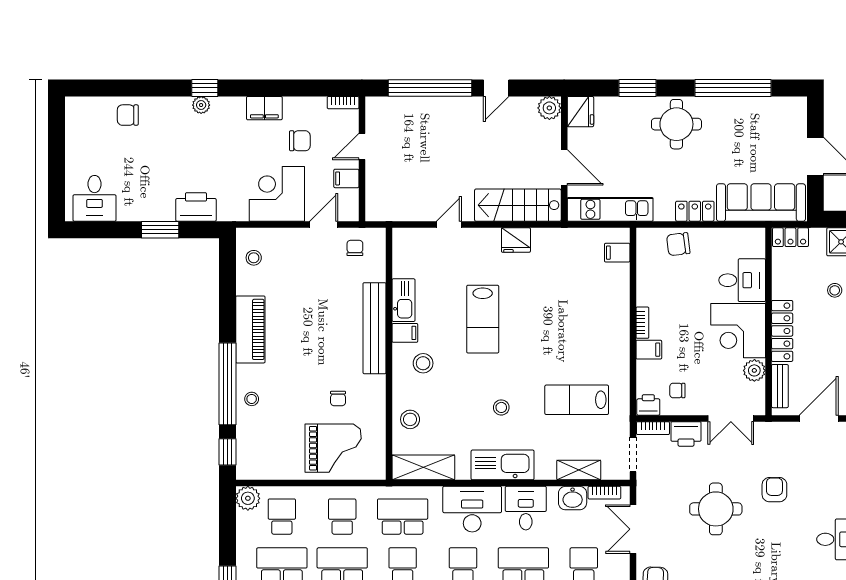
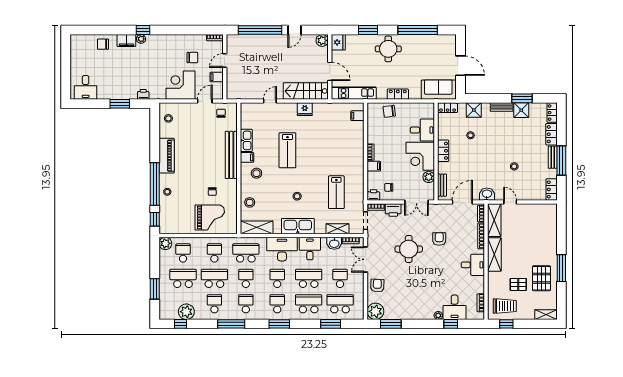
filing cabinet: (264, 108) -> (126, 41), moved
sofa: (761, 203) -> (438, 90), width x0.73
printer: (196, 207) -> (143, 94), width x0.53, depth x0.68
locker: (782, 331) -> (443, 151), width x0.66
lab bench: (577, 400) -> (336, 192), turned -90

